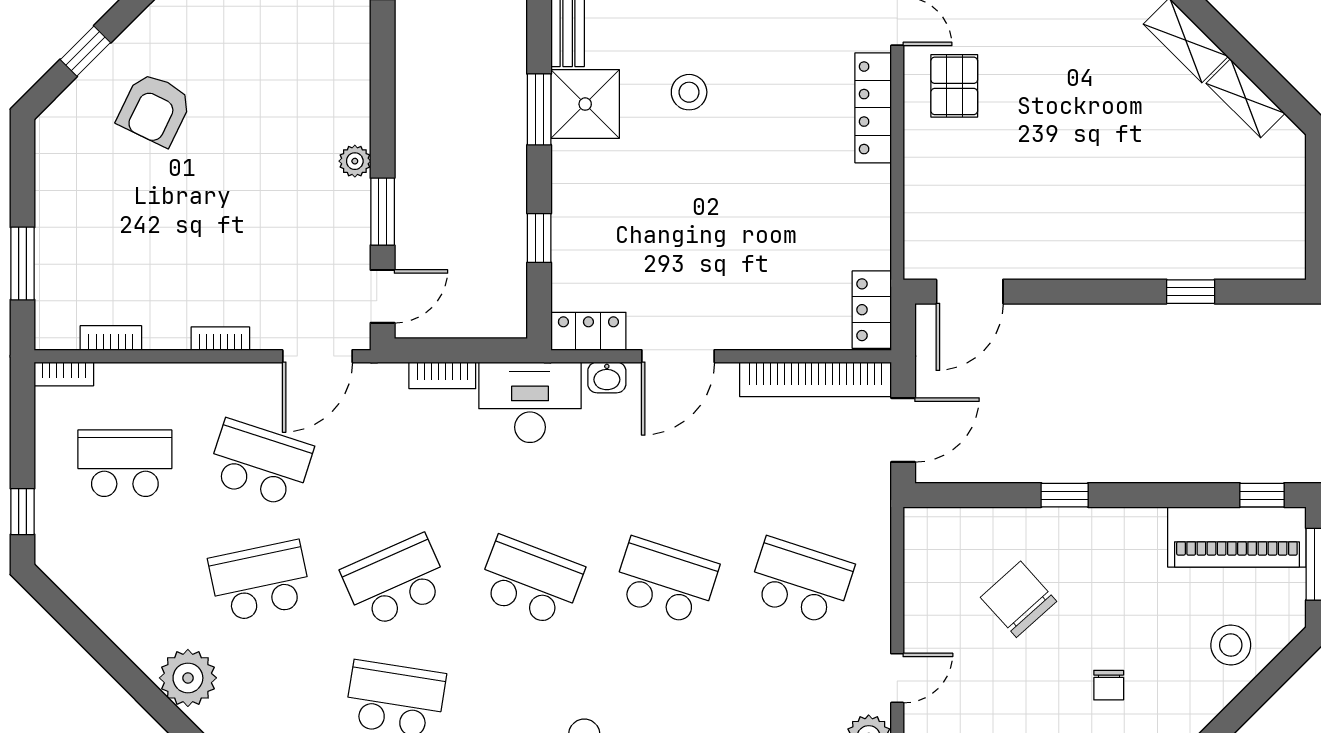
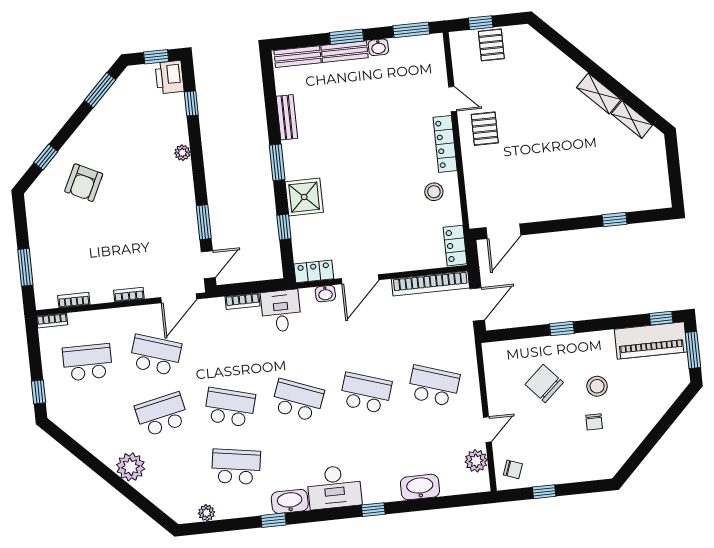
stool: (689, 92) -> (434, 192), moved
shower: (585, 104) -> (304, 197), moved
plant: (355, 161) -> (182, 153), moved
desk: (530, 402) -> (281, 311), width x0.73
school desk: (395, 581) -> (230, 407), turned 39
stool: (1231, 645) -> (597, 386), moved

